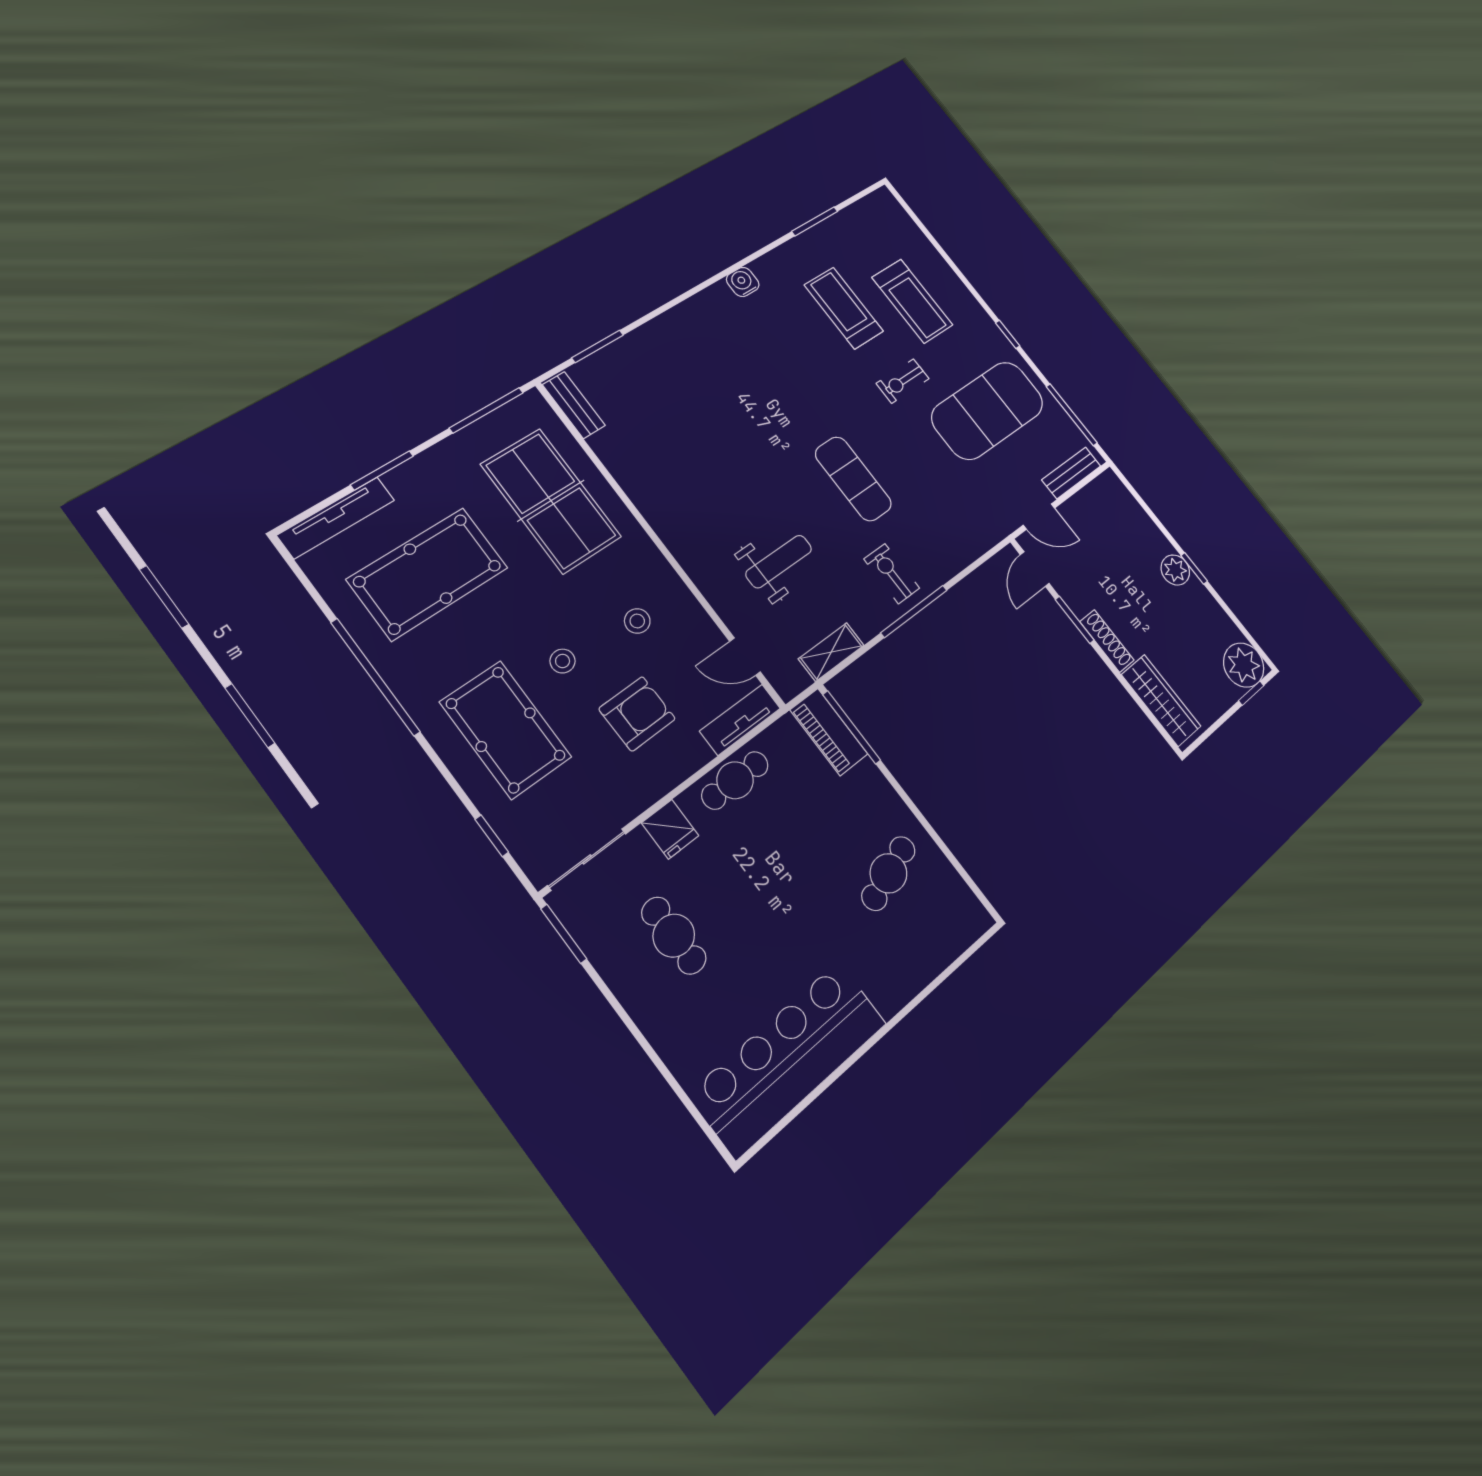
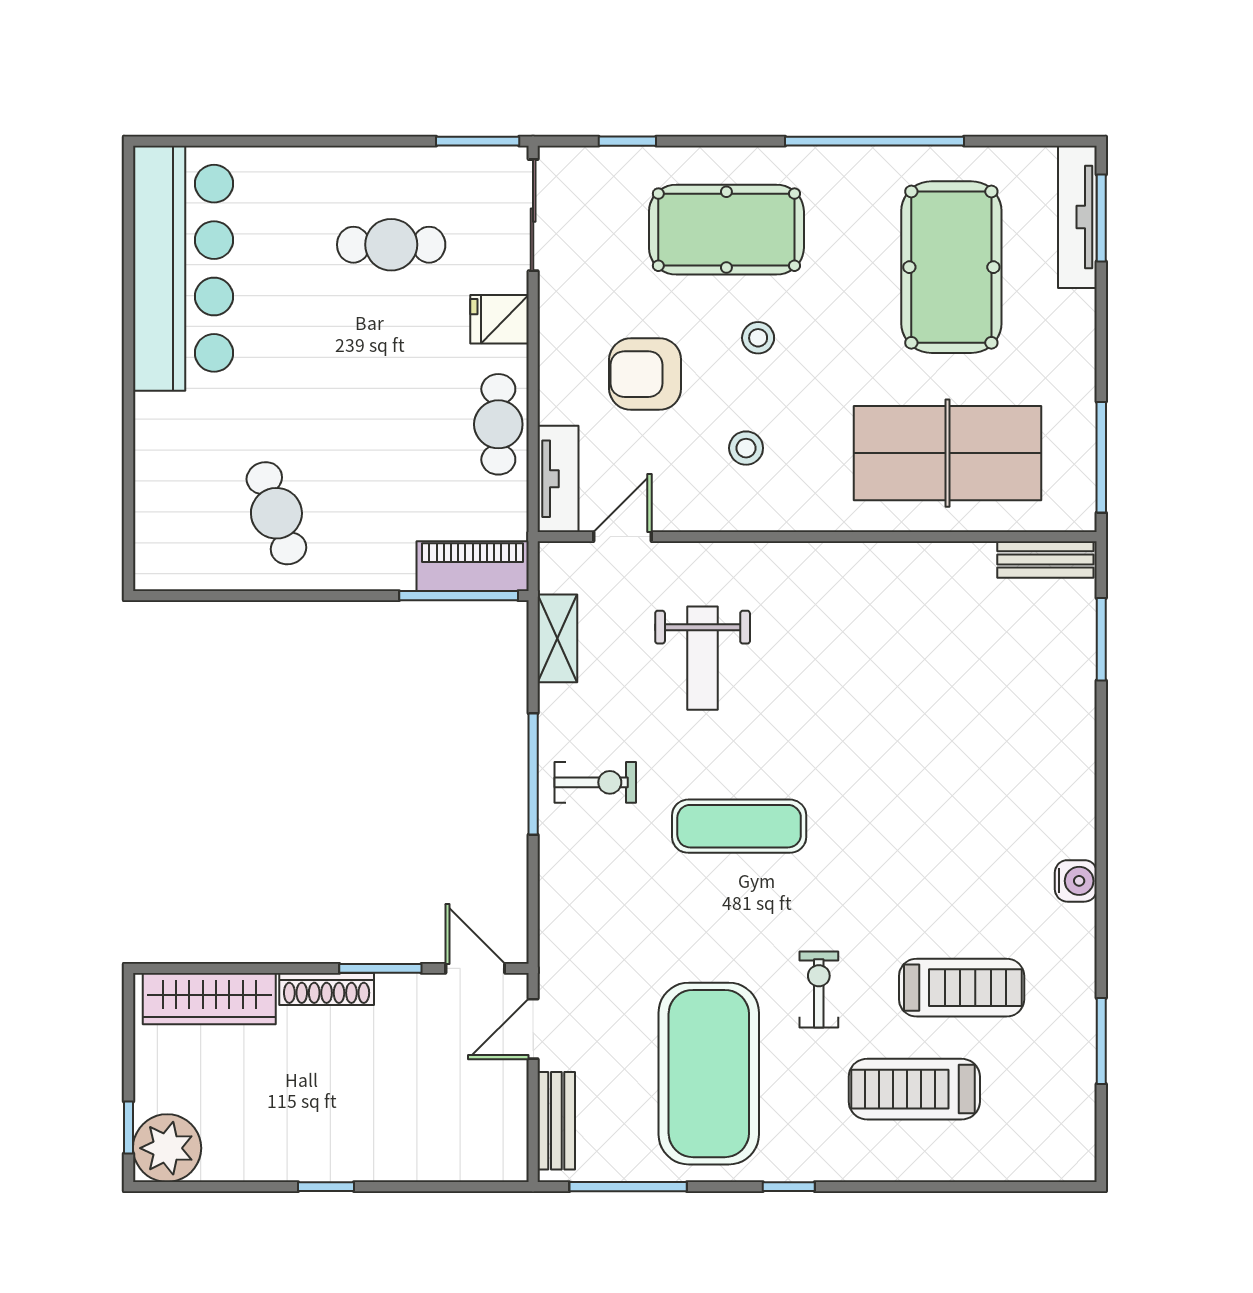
window: (382, 470) -> (1101, 218), moved
plant: (1175, 570) -> (342, 1158), removed
armchair: (637, 714) -> (645, 374), turned 91

